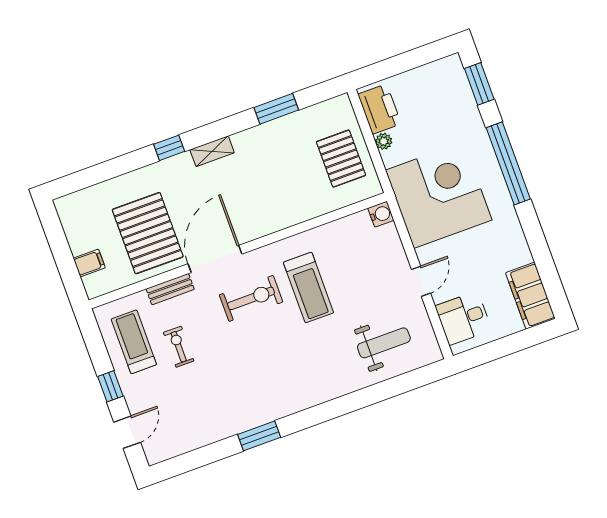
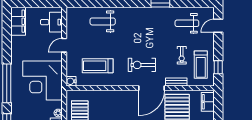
filing cabinet: (89, 263) -> (208, 102), width x2.00
treadmill: (308, 288) -> (98, 66), moved, turned -90
weight bench: (384, 343) -> (103, 21), moved
window: (110, 386) -> (218, 67), moved
weight bench: (191, 414) -> (187, 23), added

